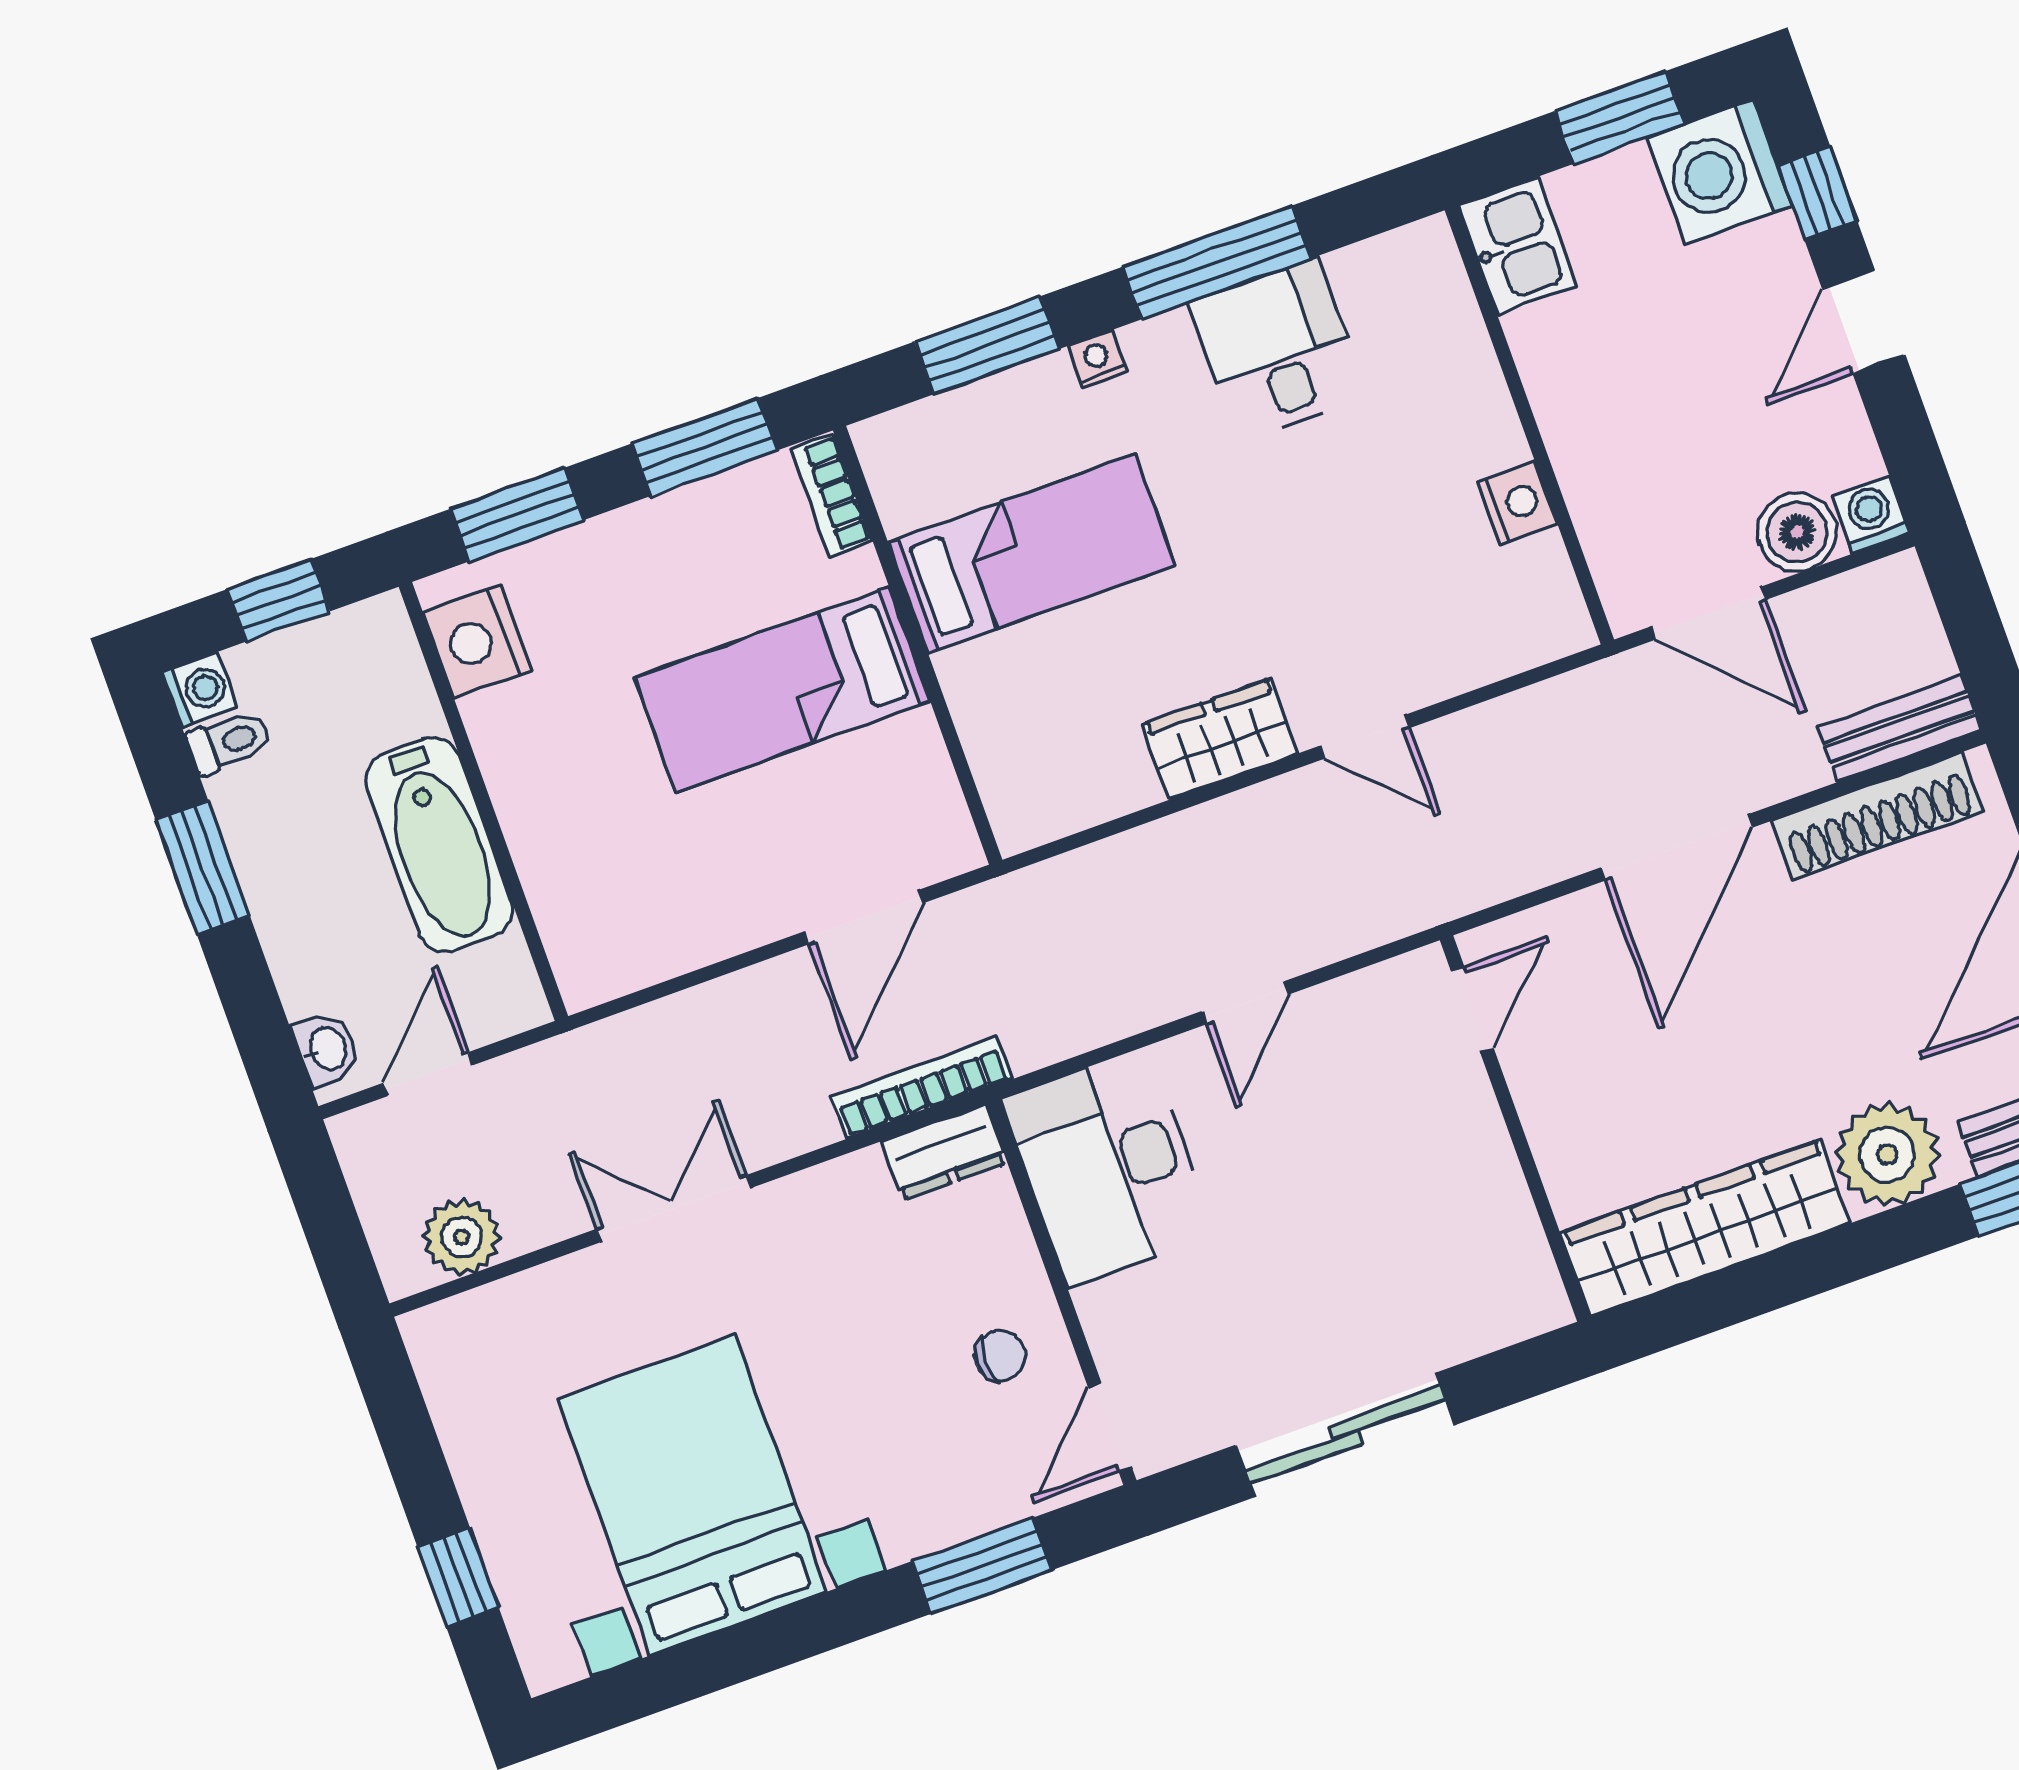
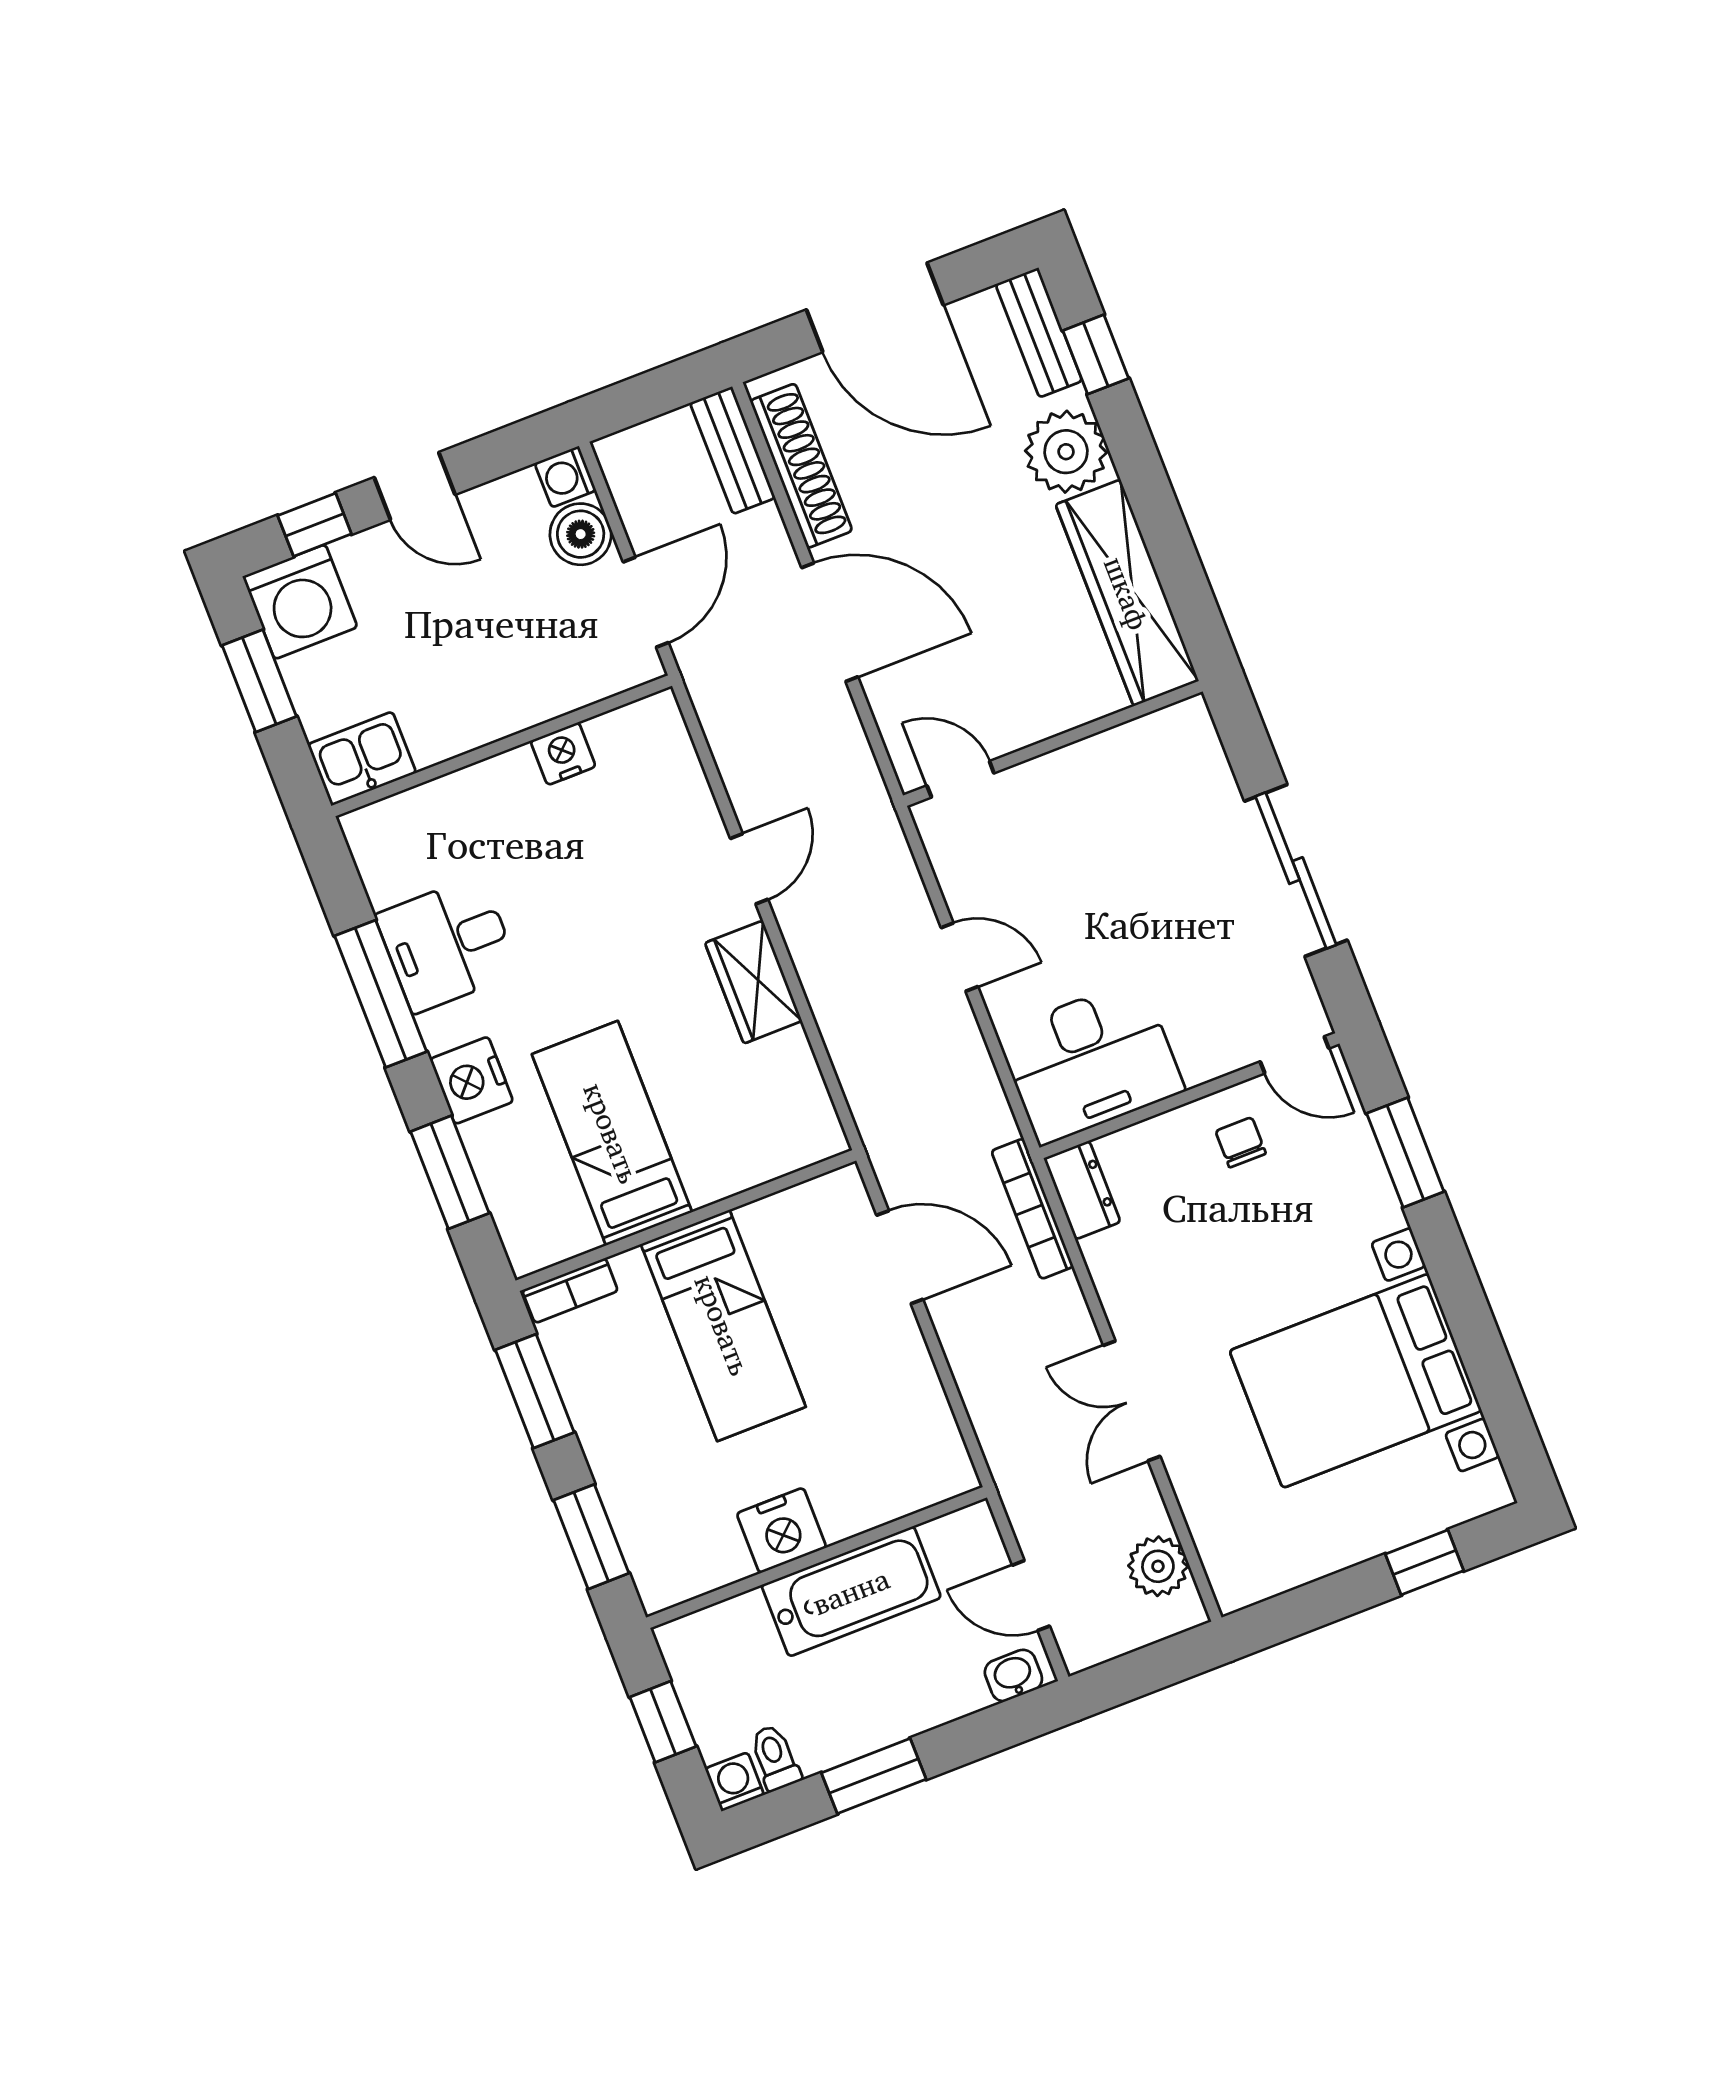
nightstand: (1097, 359) -> (472, 1080), width x1.89, depth x1.79
nightstand: (477, 641) -> (781, 1530), moved

